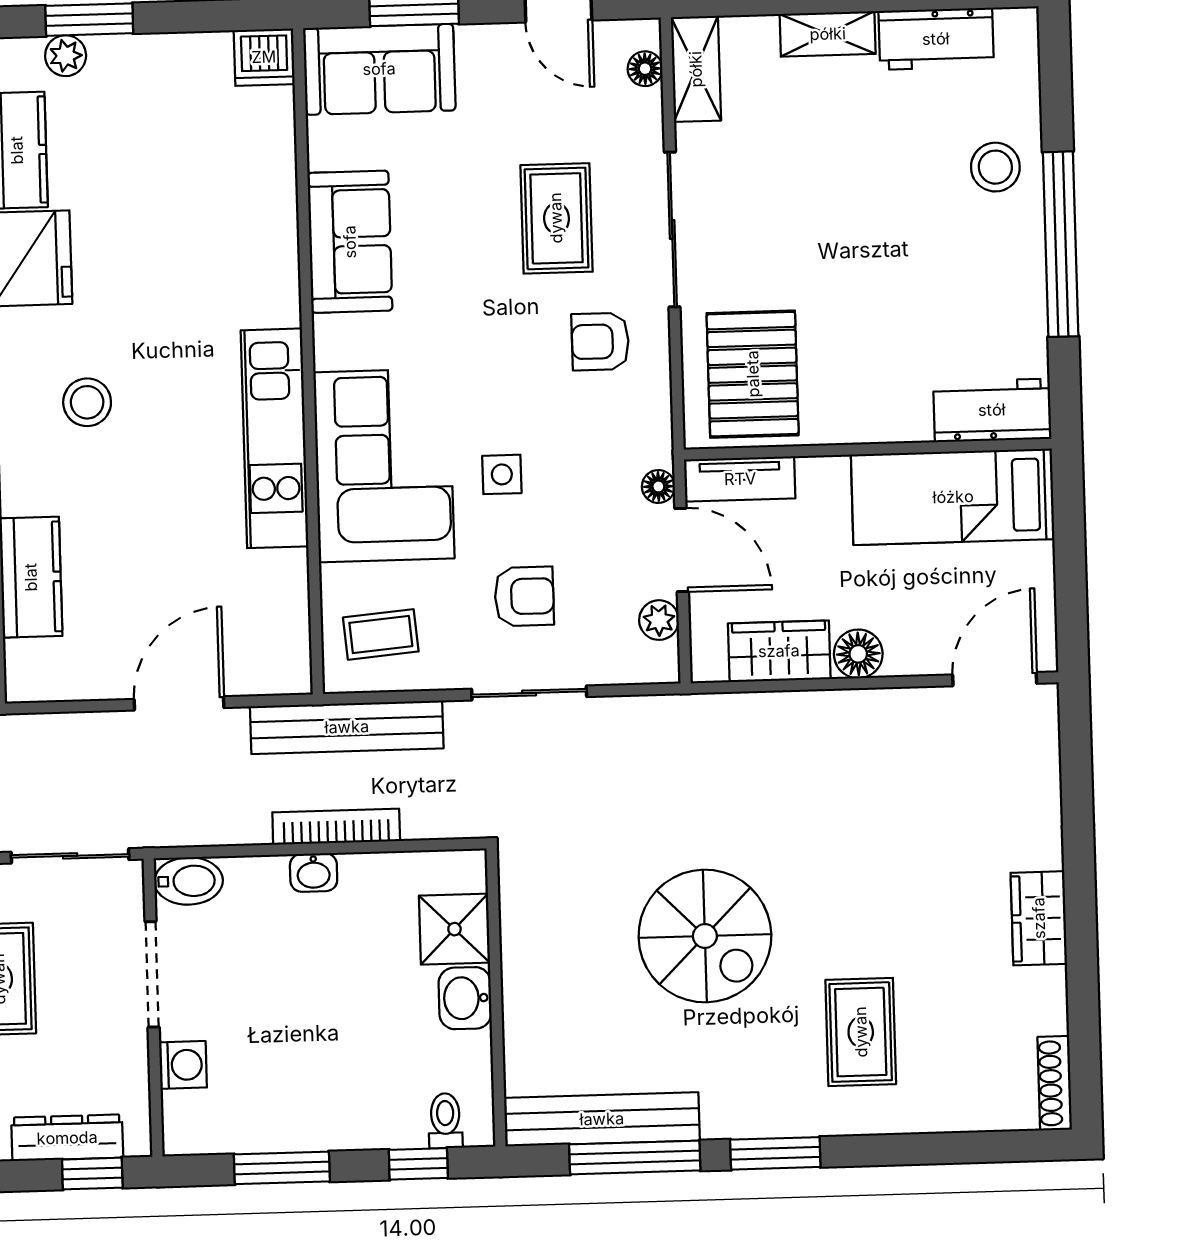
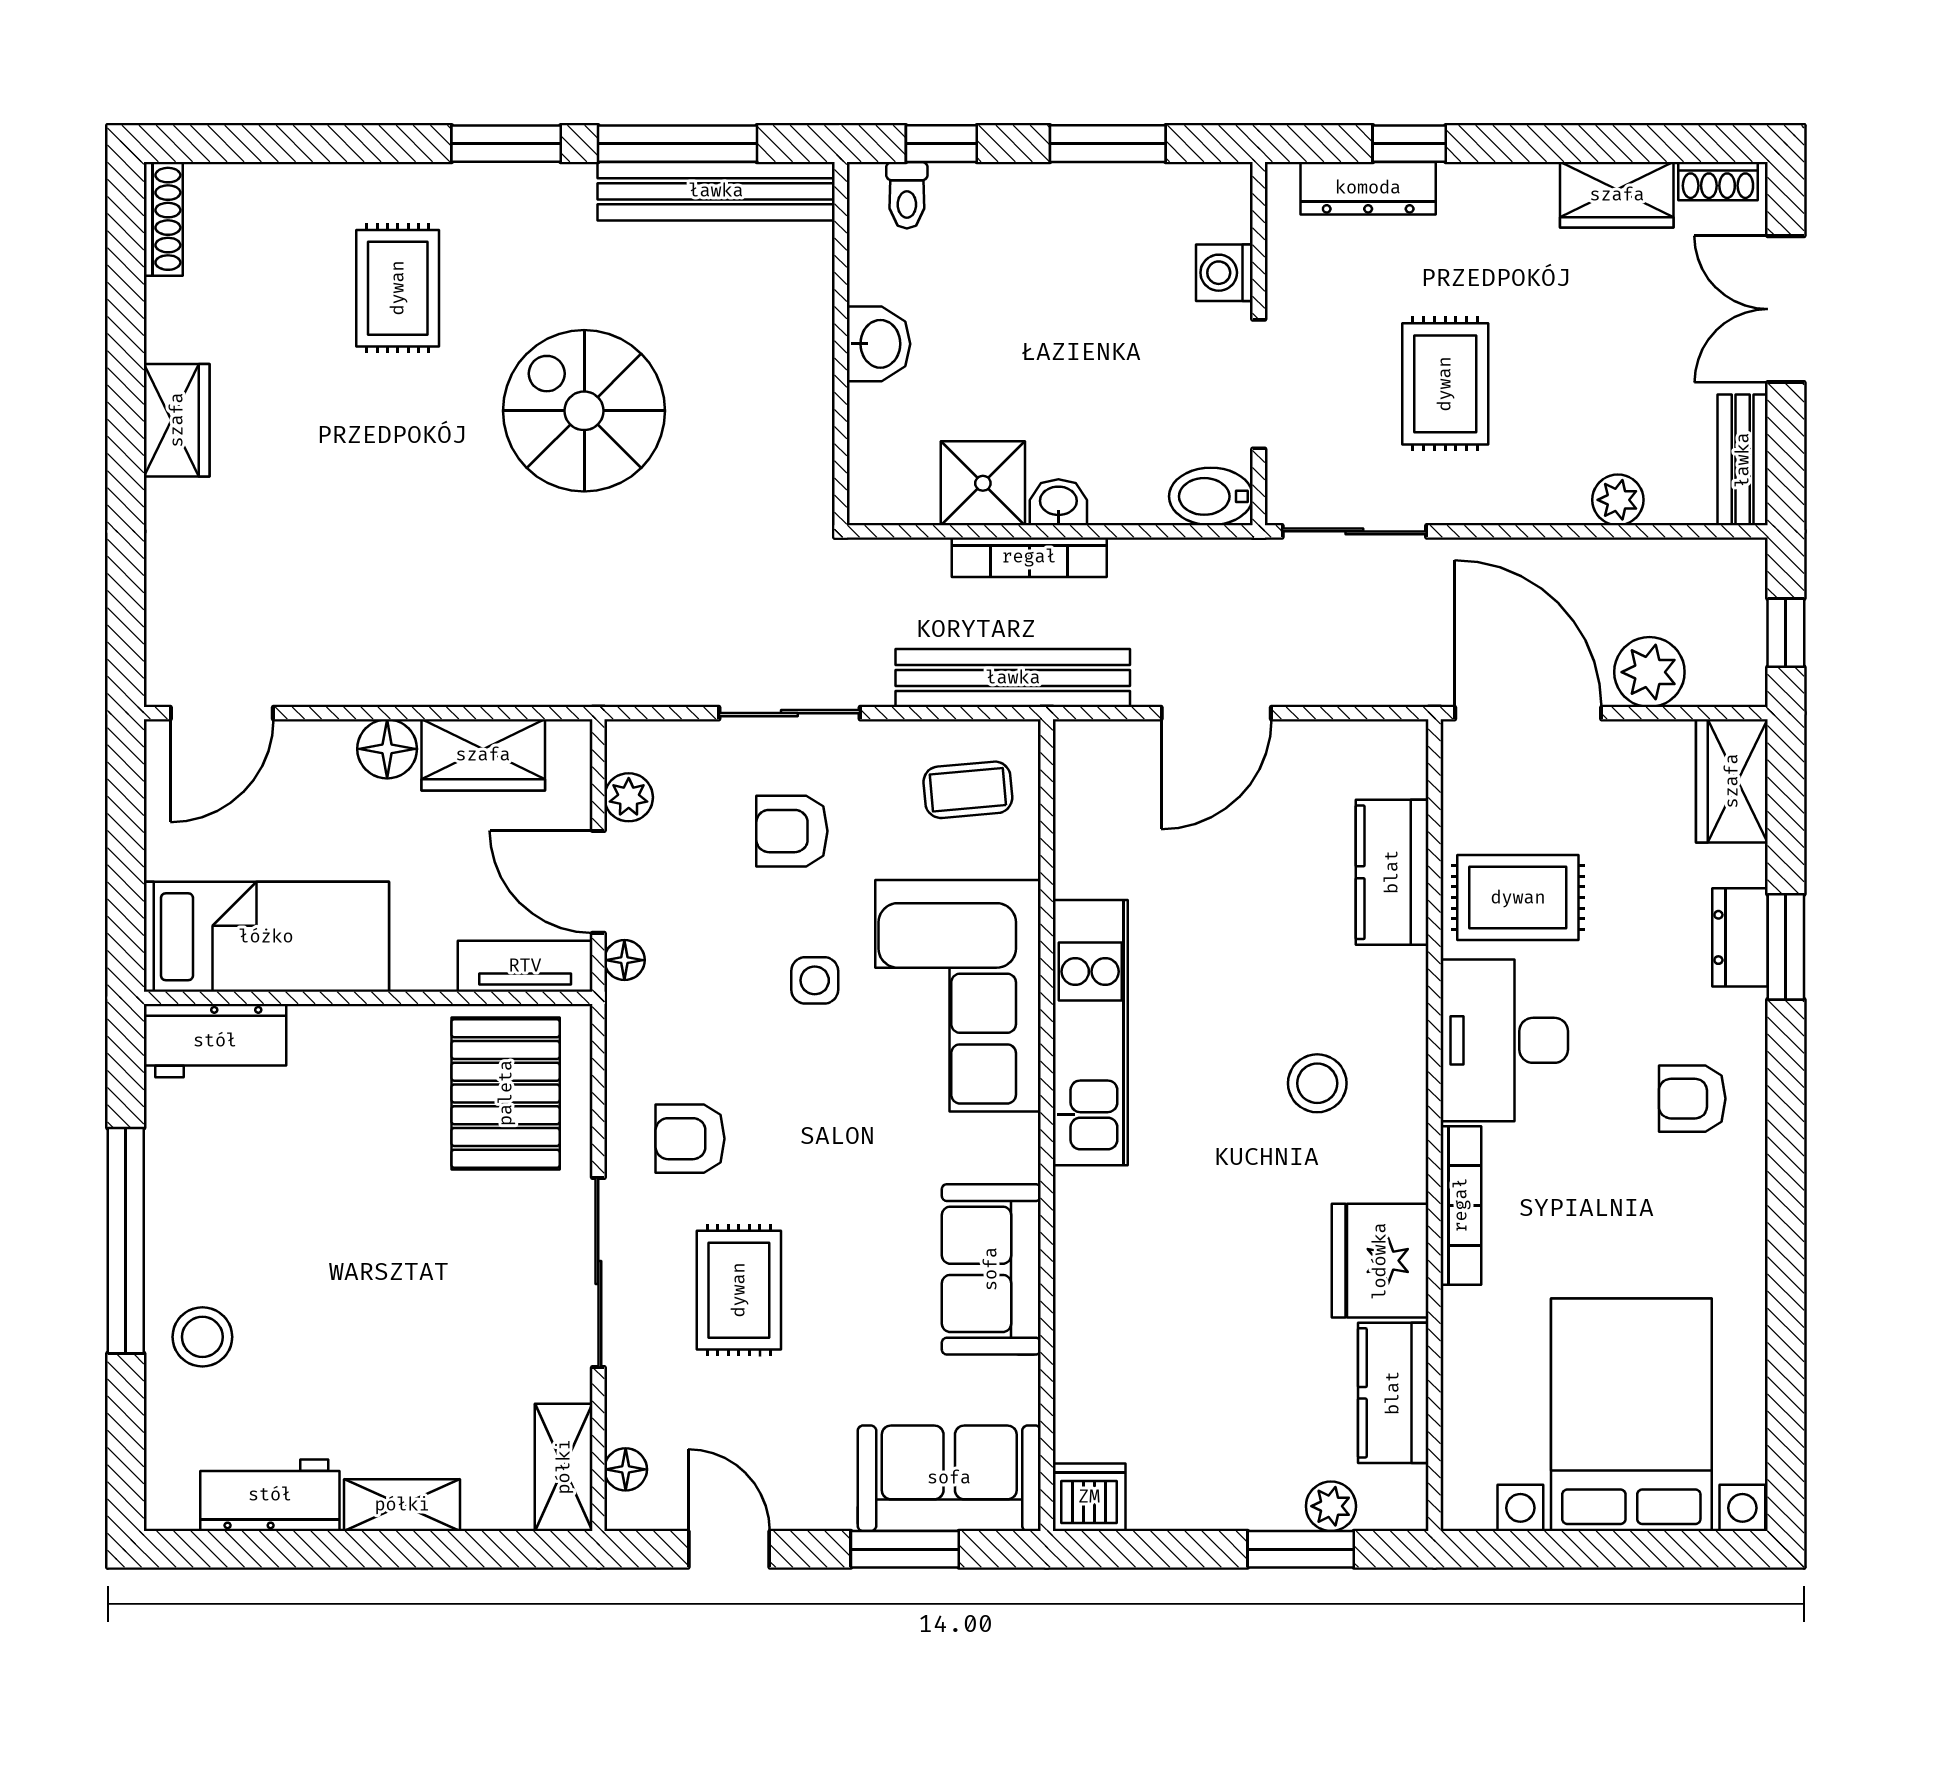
armchair: (600, 342) -> (690, 1139), turned 180
shower: (454, 929) -> (983, 483), moved
window: (92, 1174) -> (1409, 144), moved

